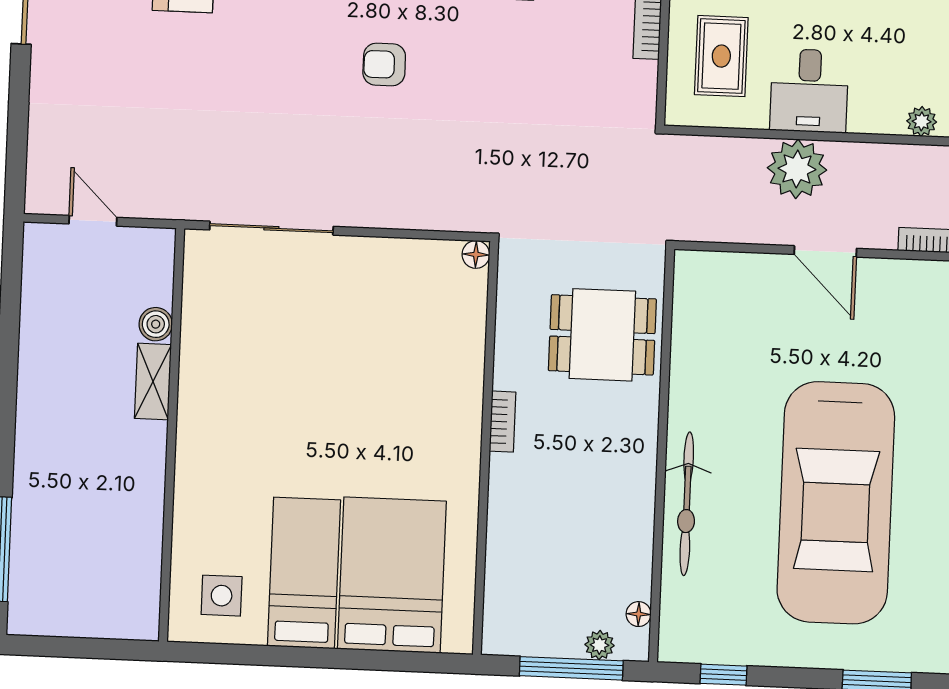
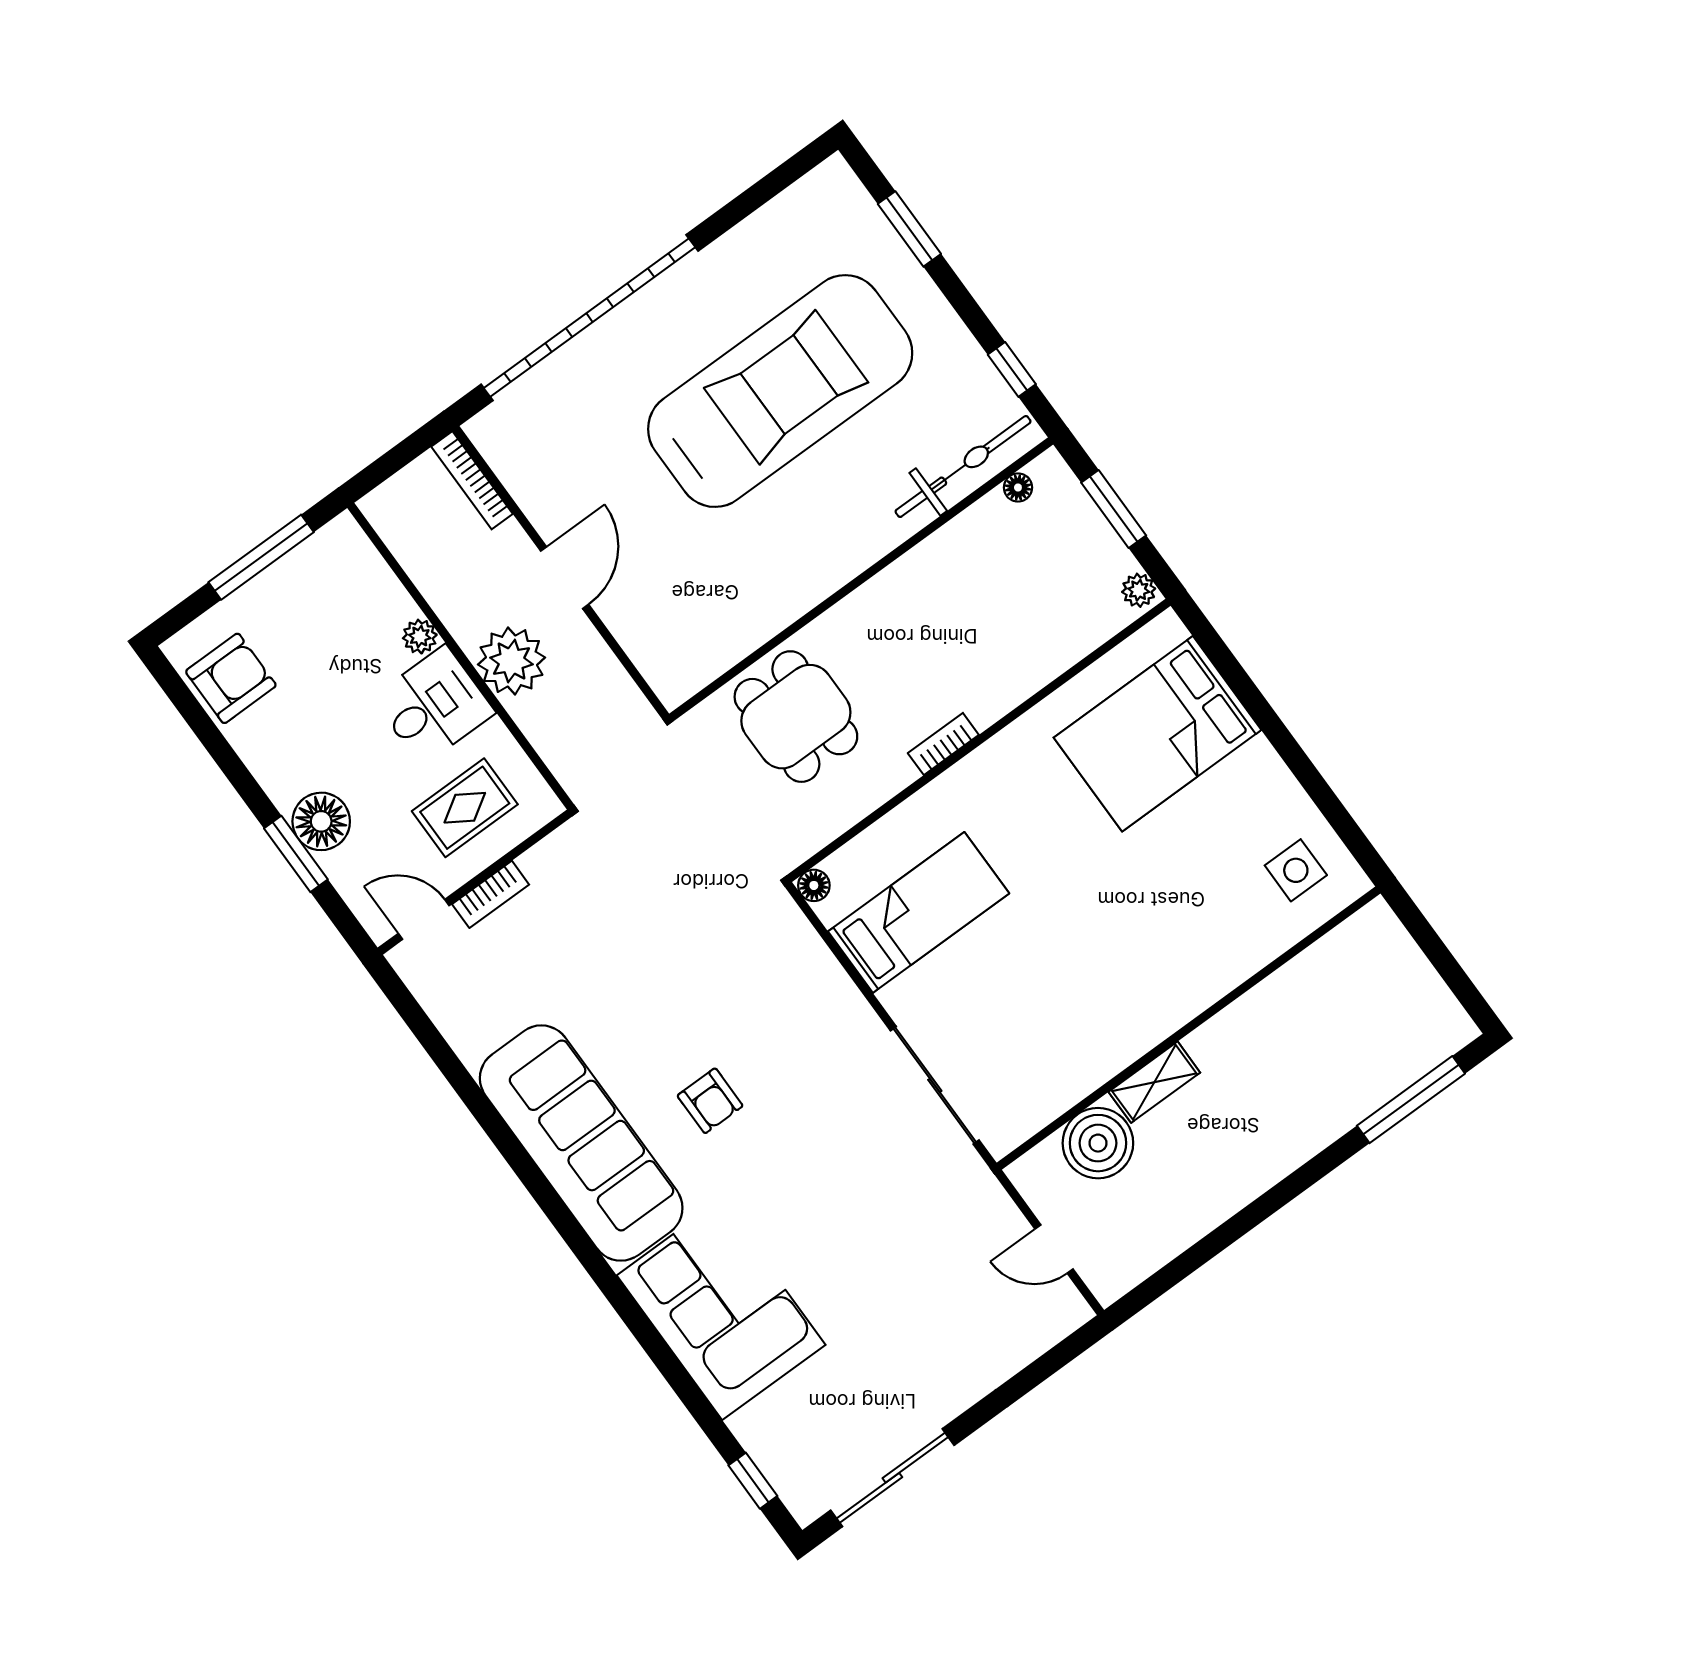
plant: (922, 121) -> (420, 637), moved
door: (93, 221) -> (1054, 1249), hinge flipped
boiler: (156, 324) -> (1098, 1143), width x1.86, depth x1.86
bicycle: (687, 504) -> (963, 466), moved
bed: (304, 573) -> (919, 912), moved, turned 180
plant: (600, 645) -> (1139, 590), moved
window: (571, 668) -> (1114, 509), width x0.69

